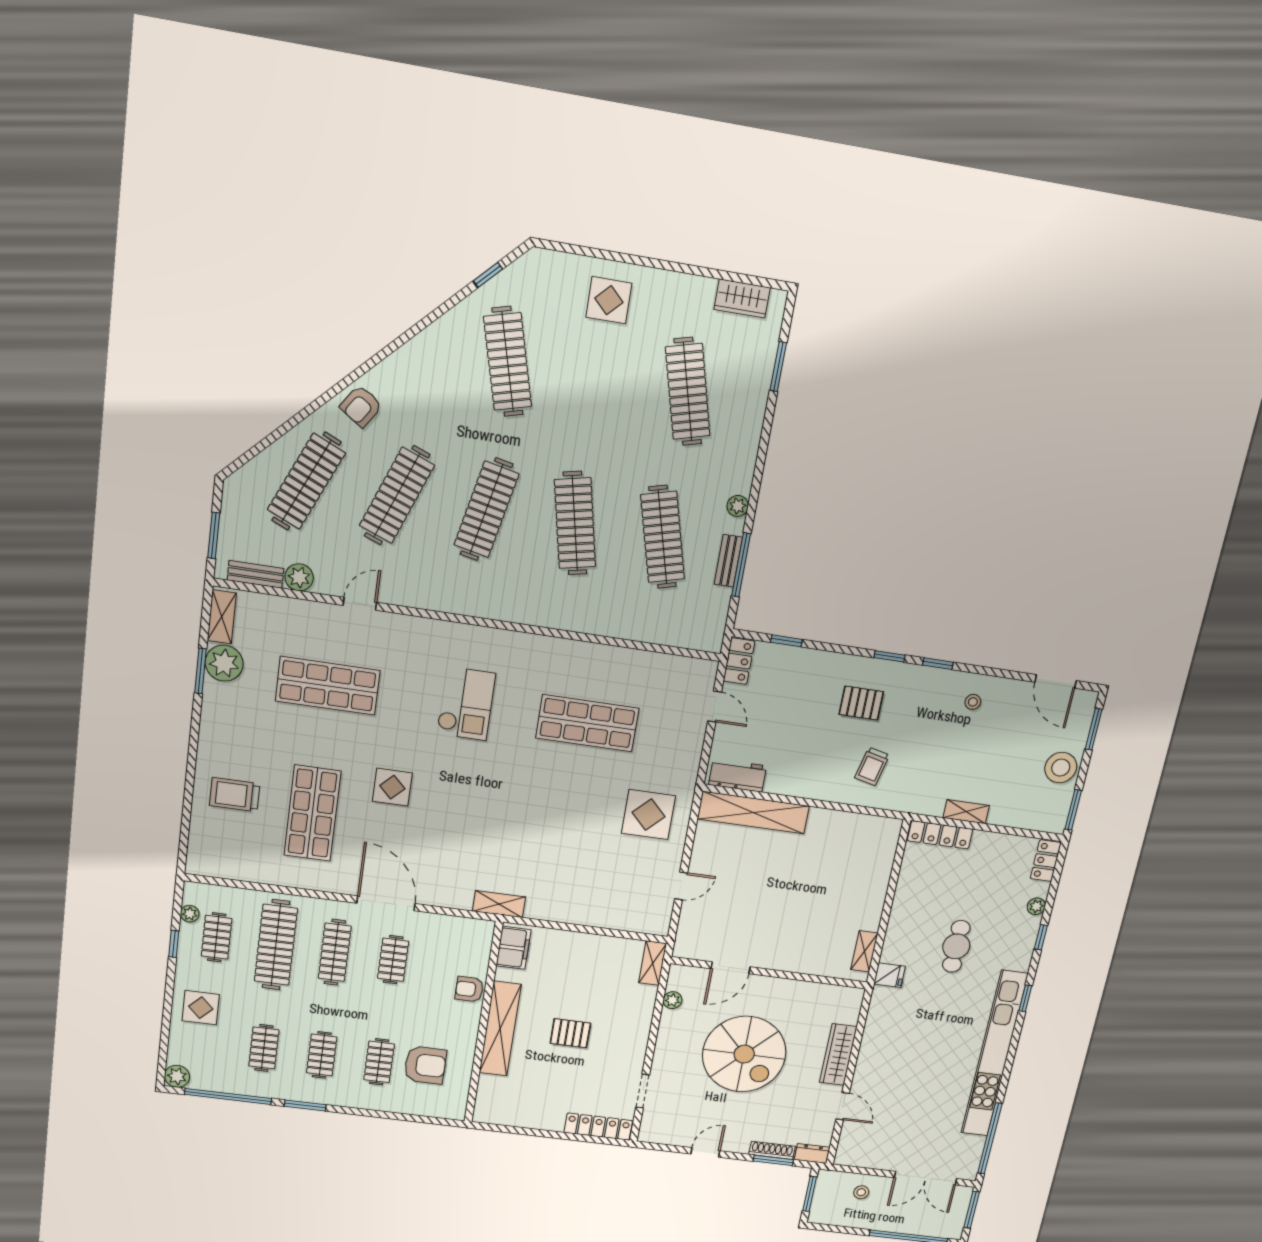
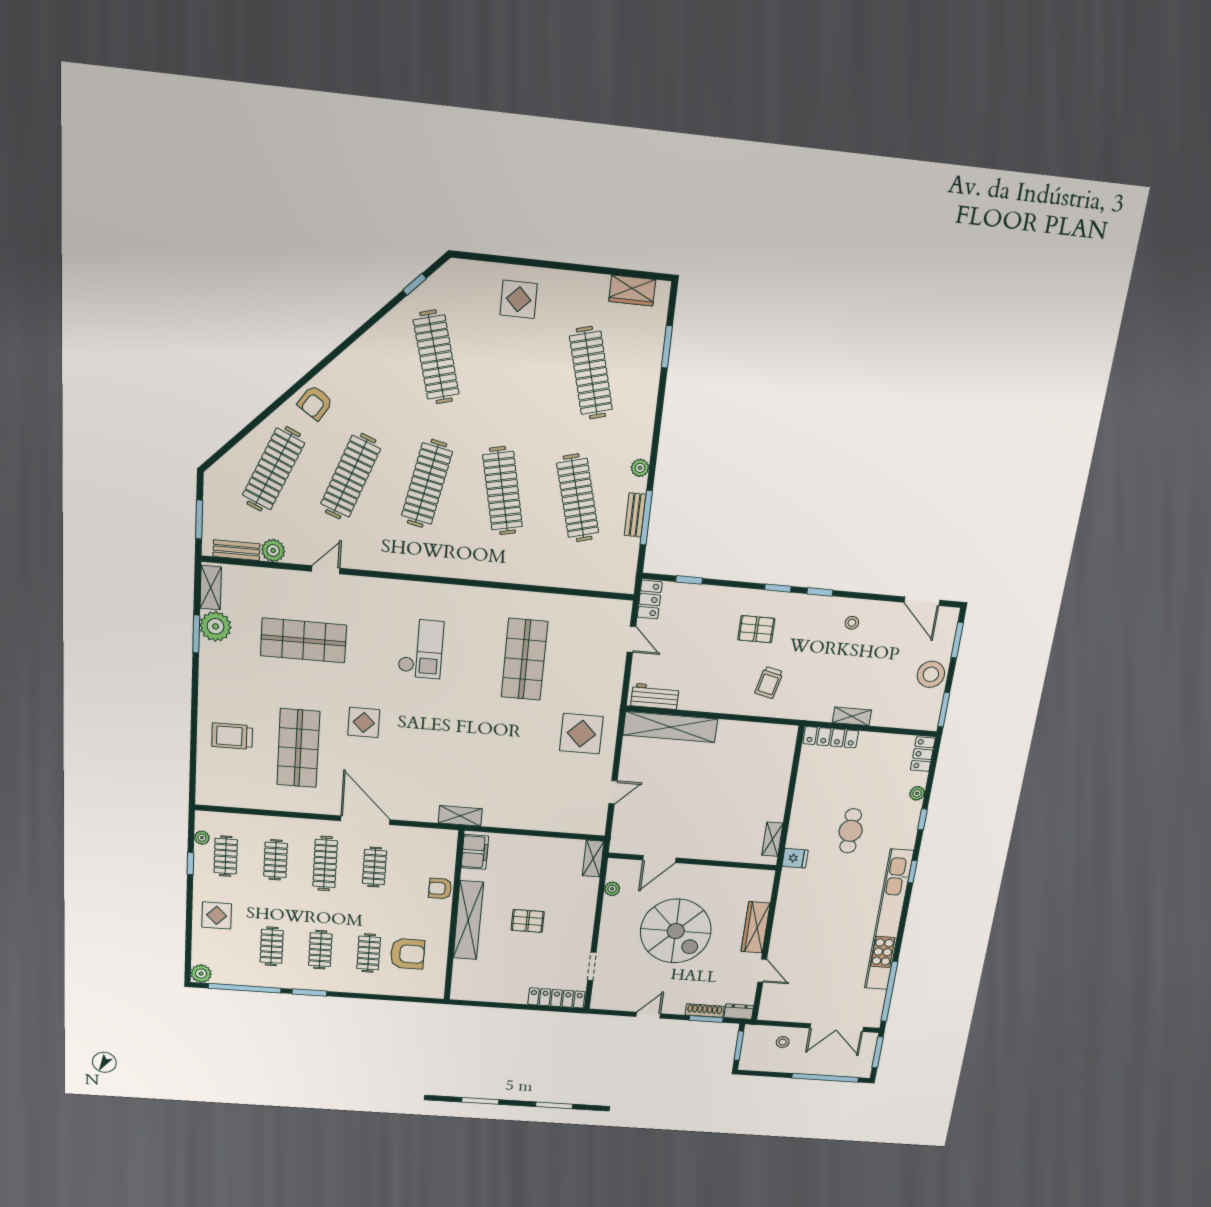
shop shelf: (587, 723) -> (524, 659), turned 90
clothes rail: (276, 945) -> (276, 860), width x0.54, depth x0.76

